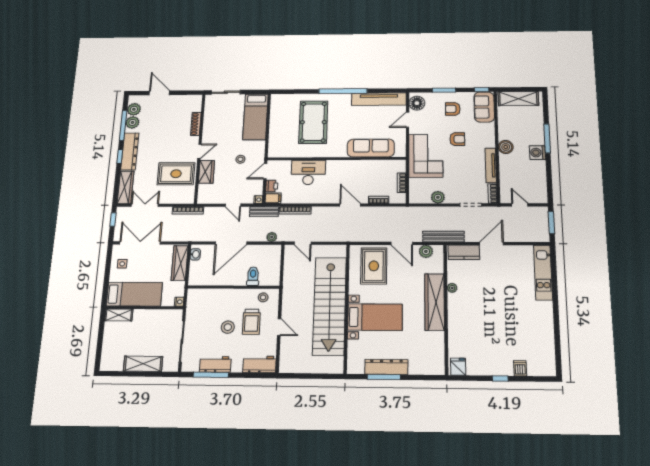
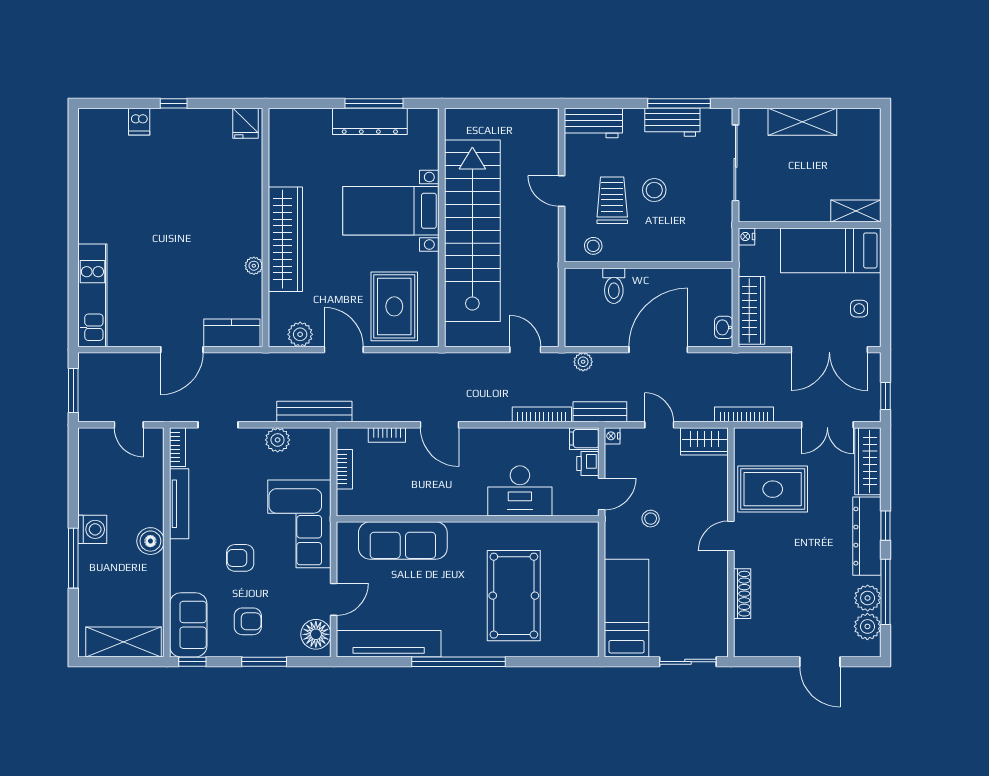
wardrobe: (206, 172) -> (704, 441), moved, turned -90
bench: (443, 237) -> (314, 412), moved

